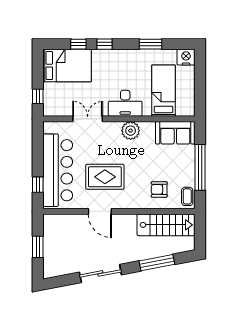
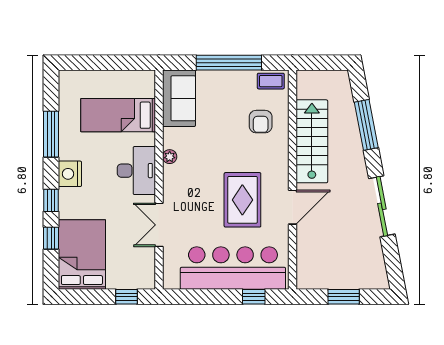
window: (150, 44) -> (51, 134), width x1.44
nightstand: (186, 57) -> (70, 174), moved
plant: (131, 131) -> (170, 157), width x0.53, depth x0.53
stairs: (166, 225) -> (312, 141), moved

